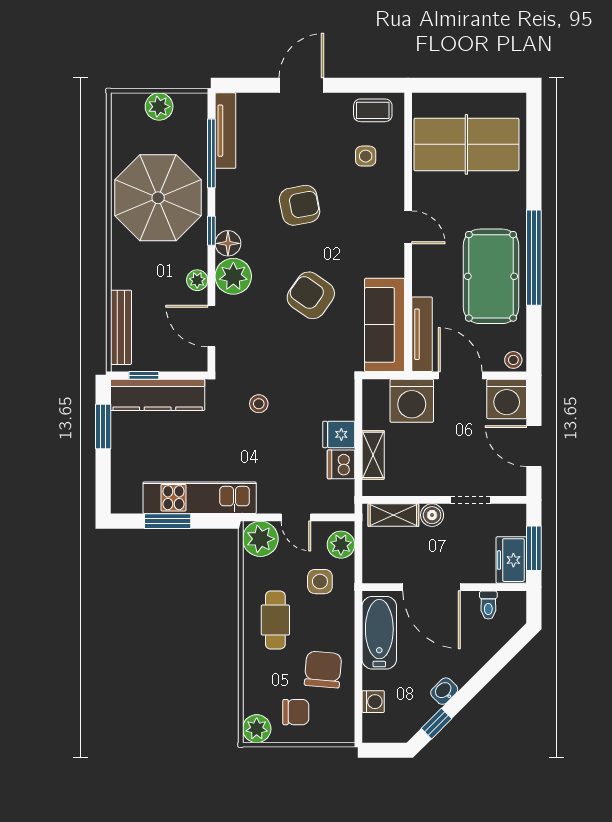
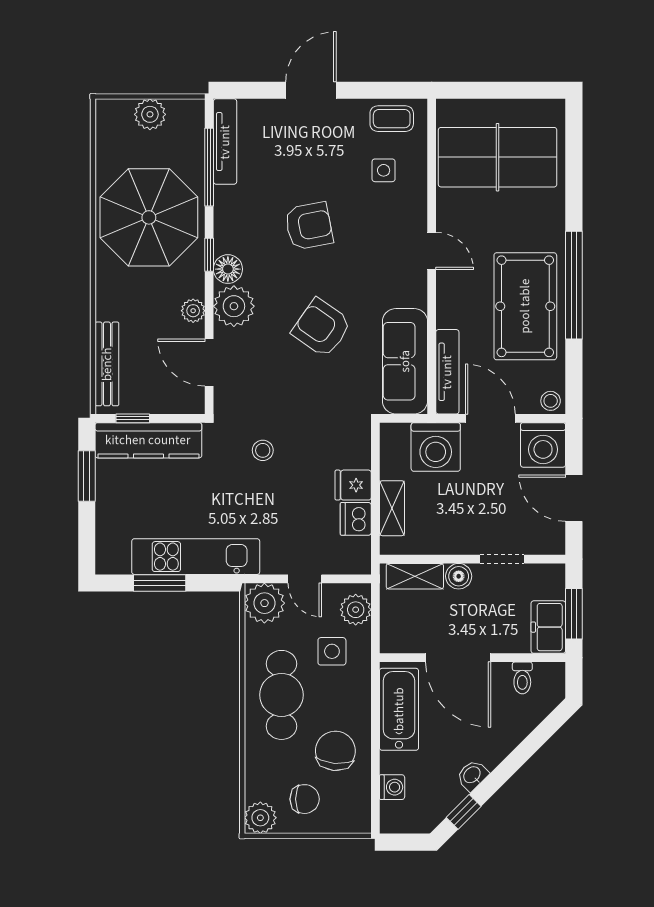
cafe table: (275, 620) -> (281, 695), width x1.37, depth x1.35

